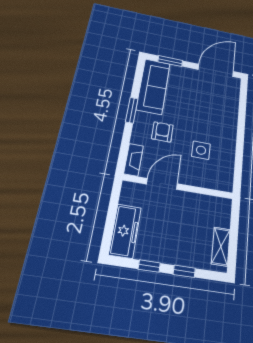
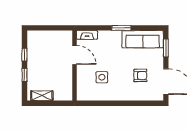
armchair: (162, 132) -> (140, 75), moved
freezer: (125, 231) -> (42, 37), removed

